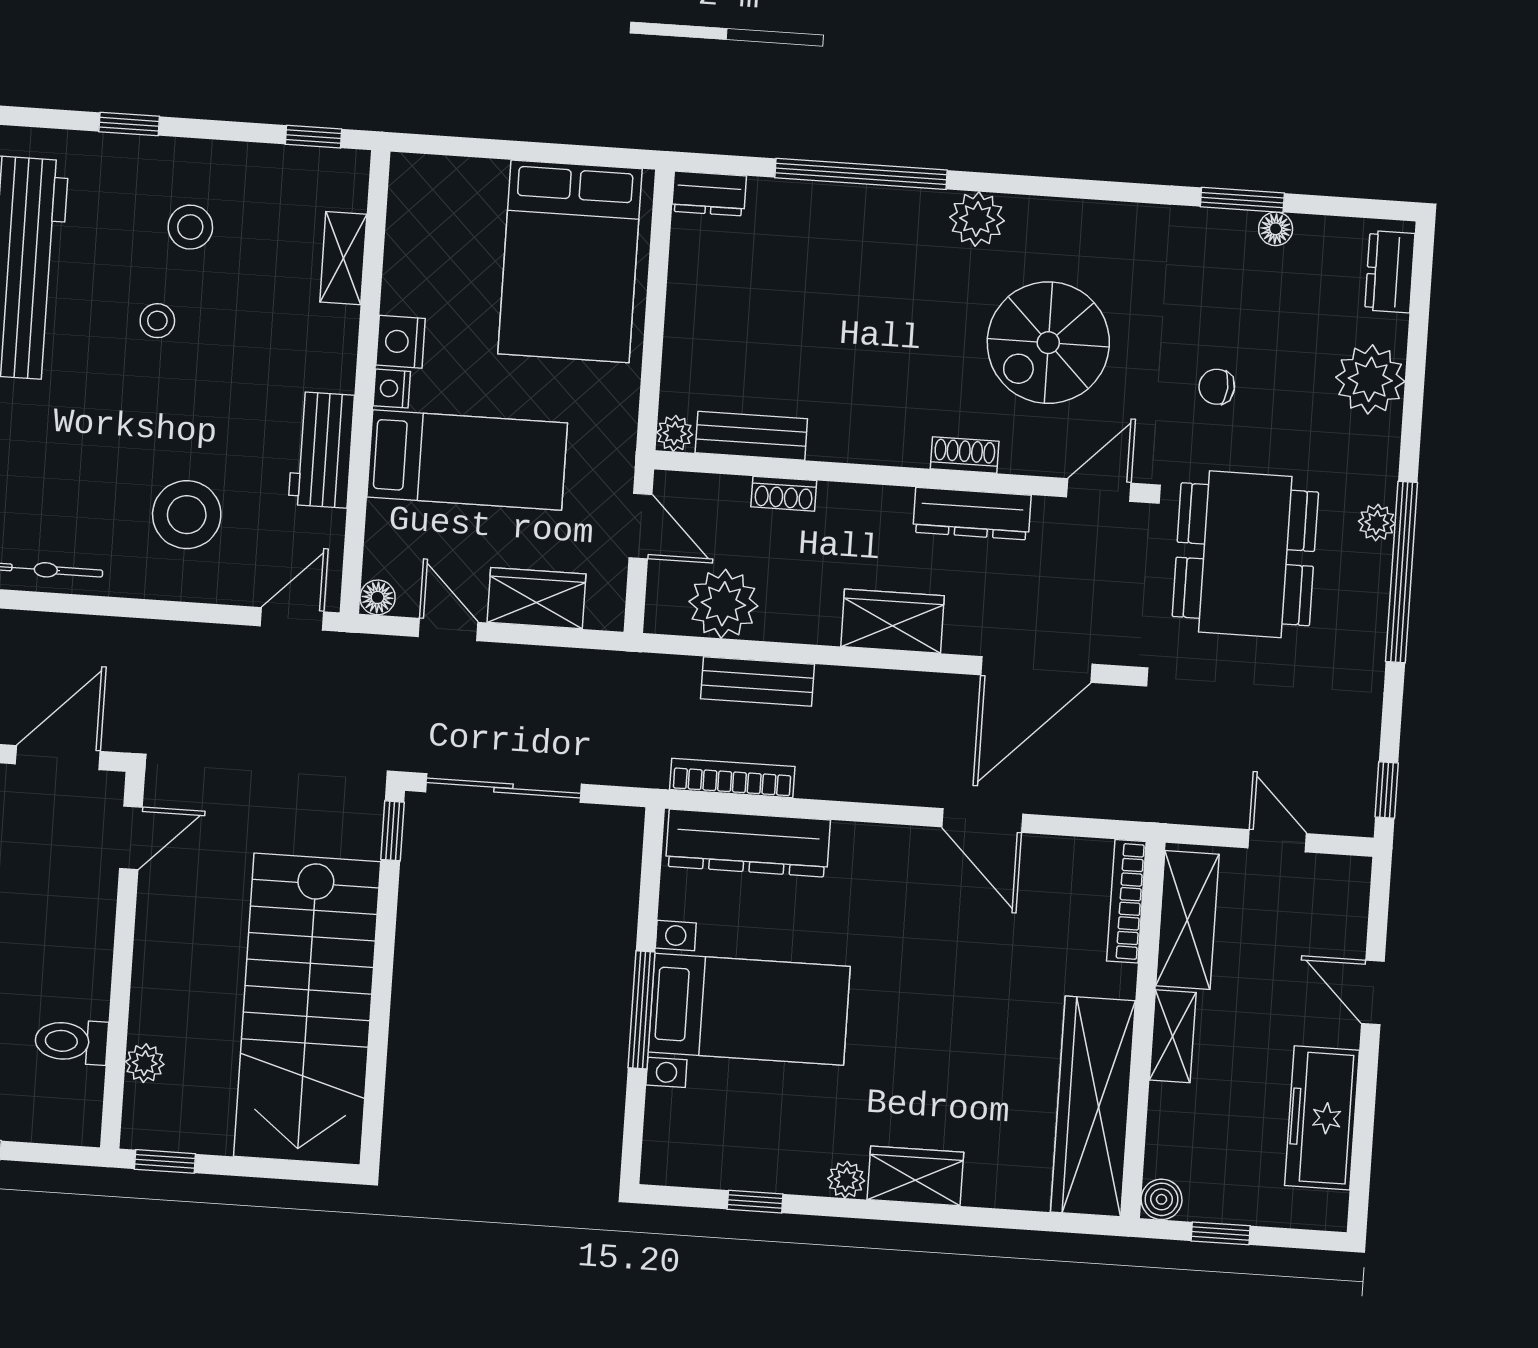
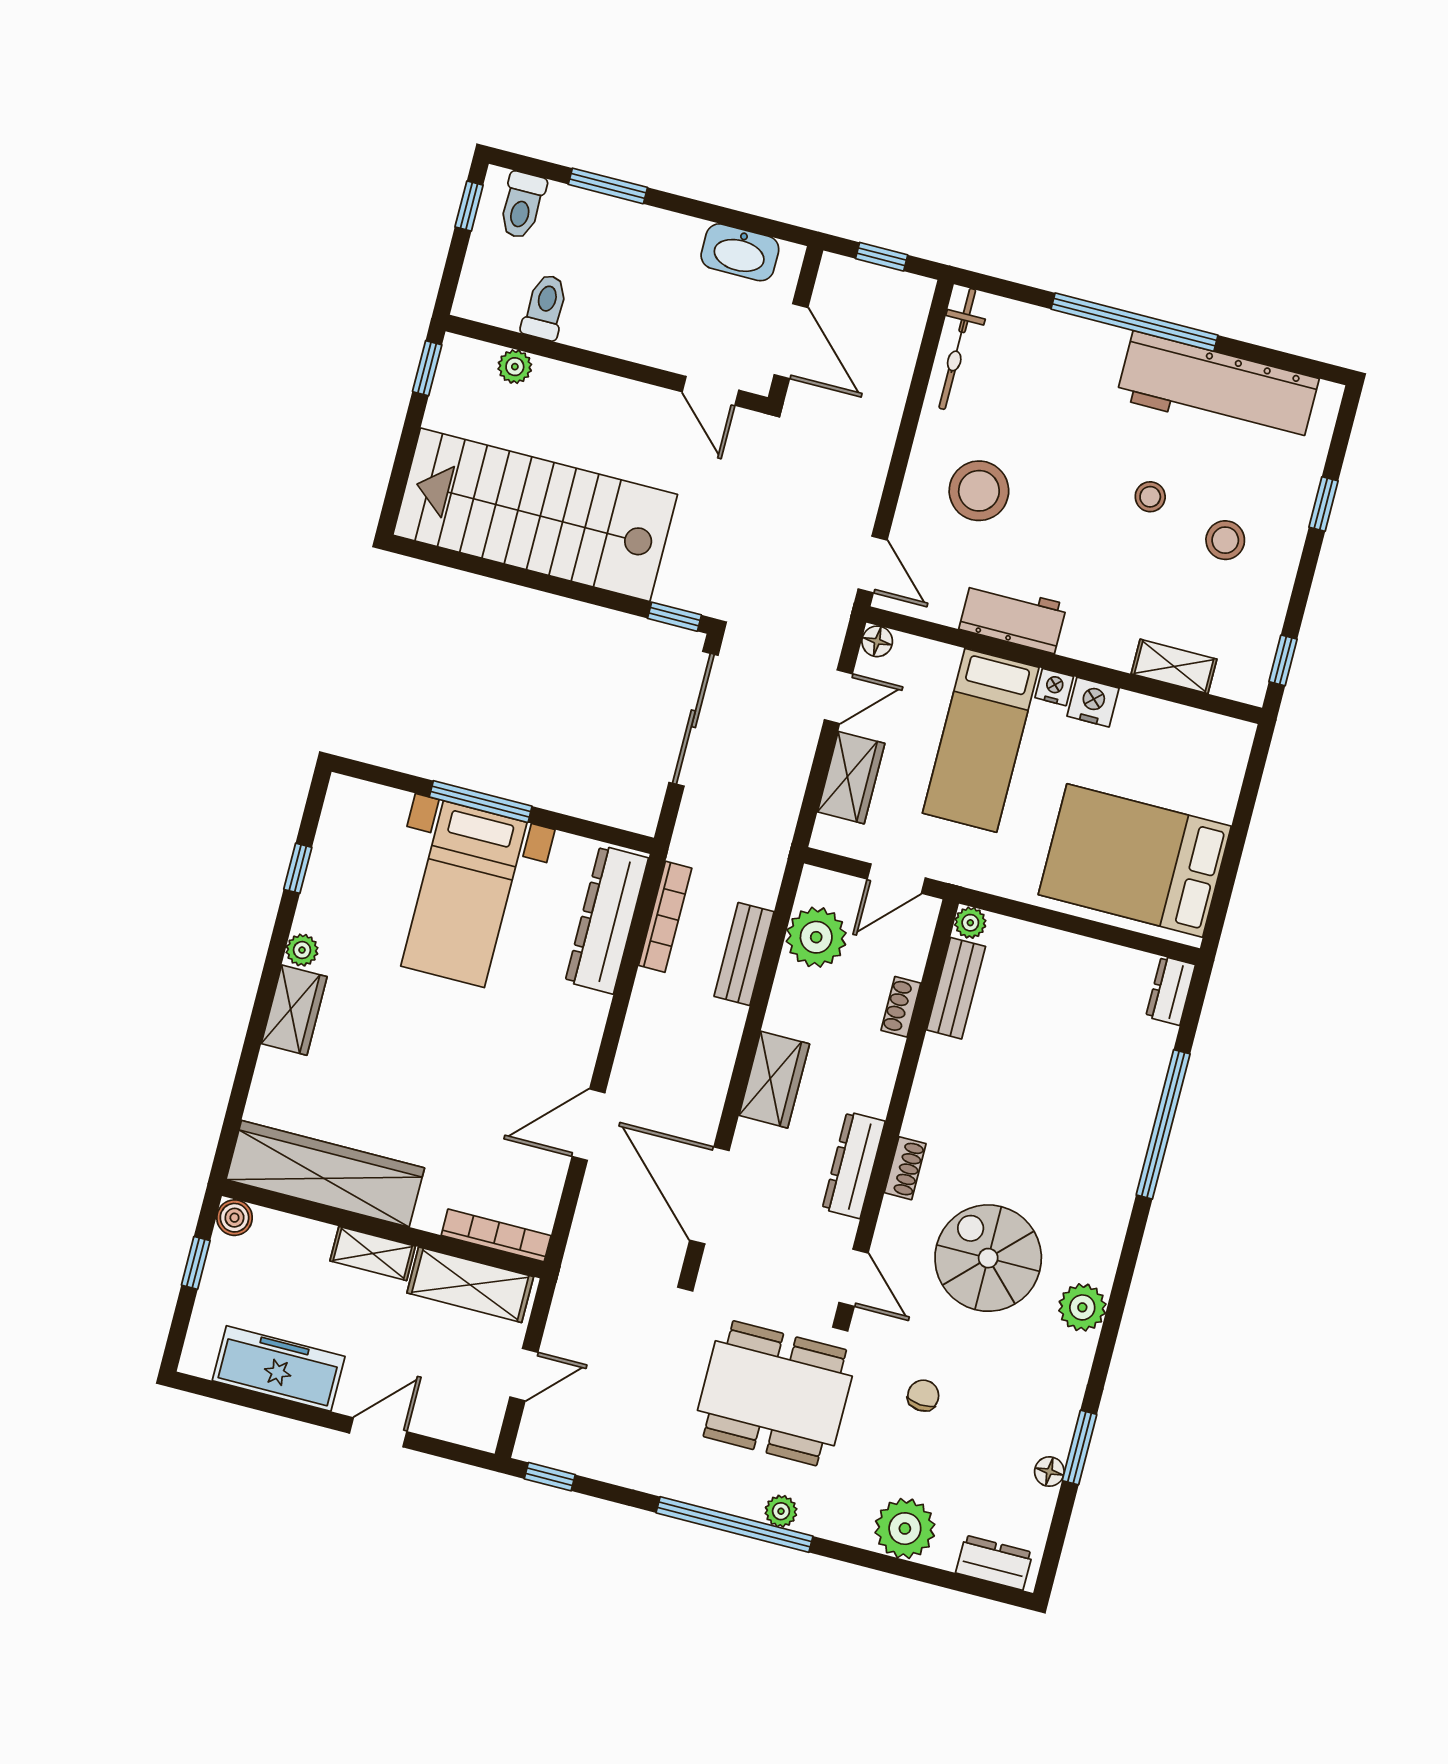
plant: (977, 219) -> (1082, 1307), moved

